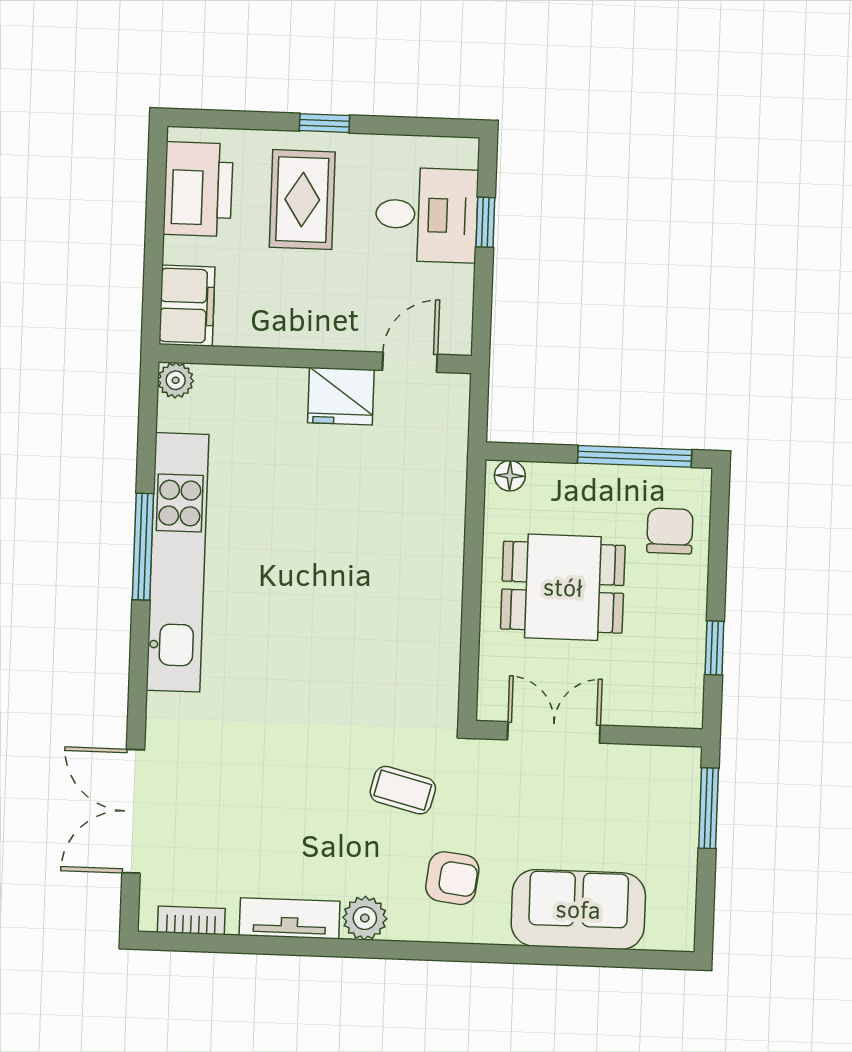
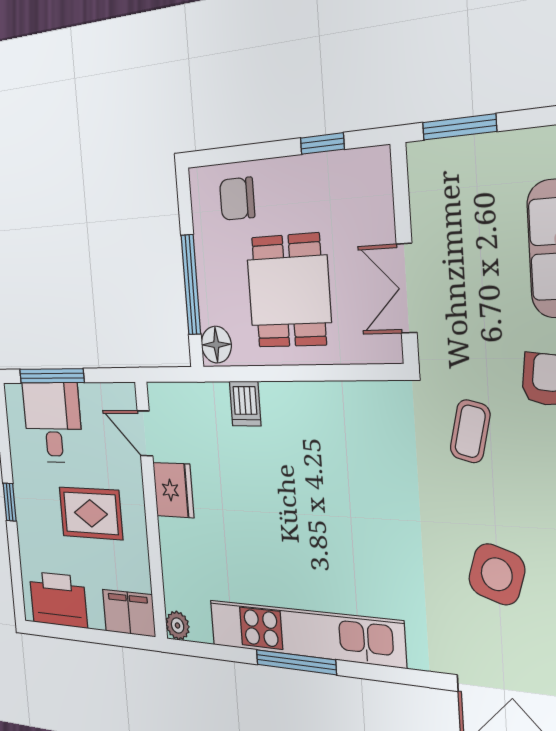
rug: (302, 200) -> (91, 513), moved
window: (485, 222) -> (52, 376), width x2.17
window: (635, 456) -> (191, 285), moved
floor lamp: (510, 476) -> (216, 345), width x1.37, depth x1.37
dishwasher: (441, 513) -> (245, 404), added
side table: (255, 806) -> (497, 574), added

